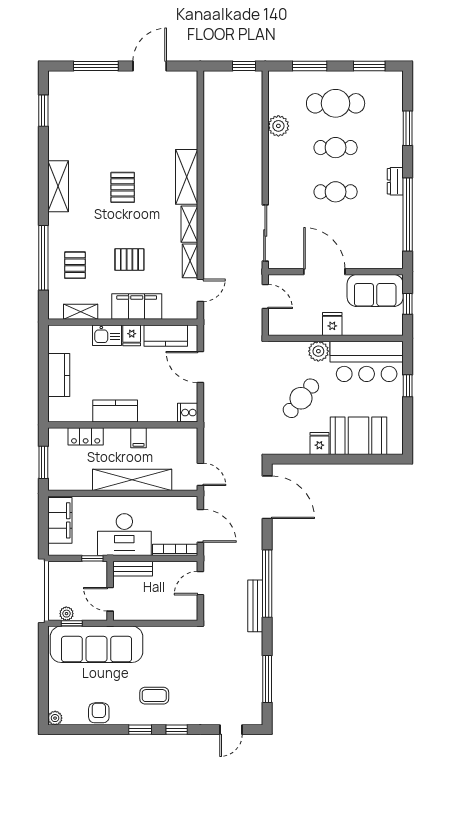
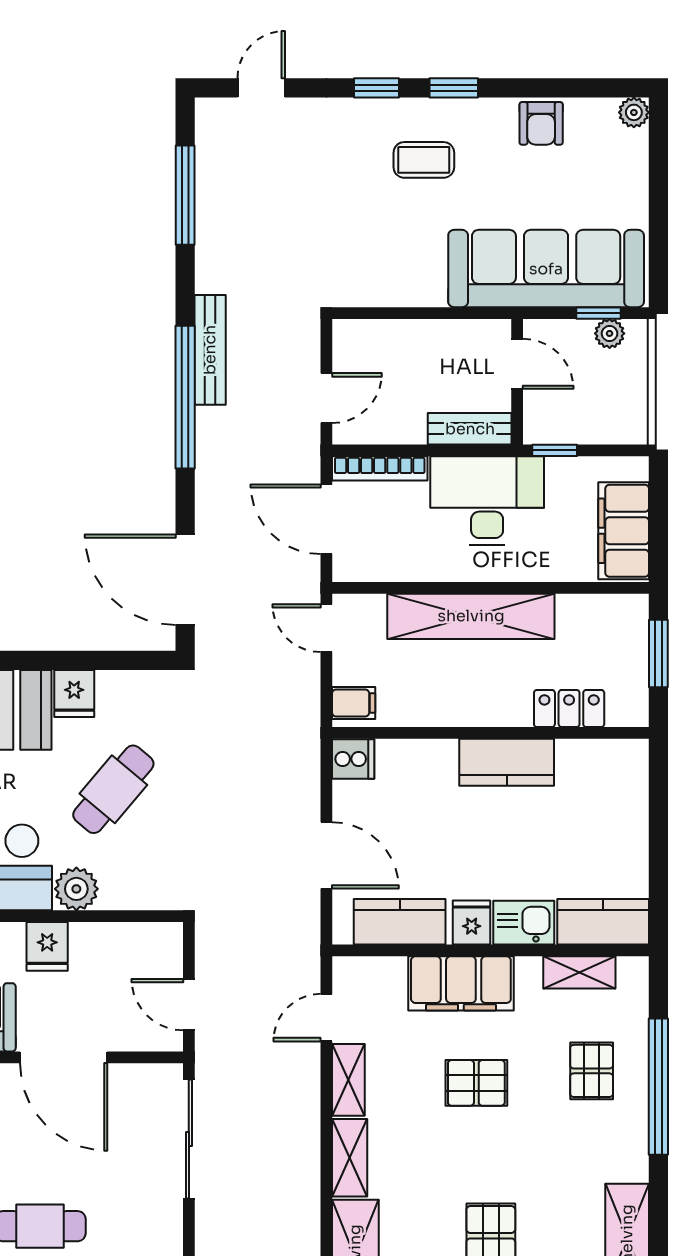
kitchen counter: (59, 375) -> (603, 922), moved, turned 90
filing cabinet: (139, 438) -> (354, 703), moved, turned 90

